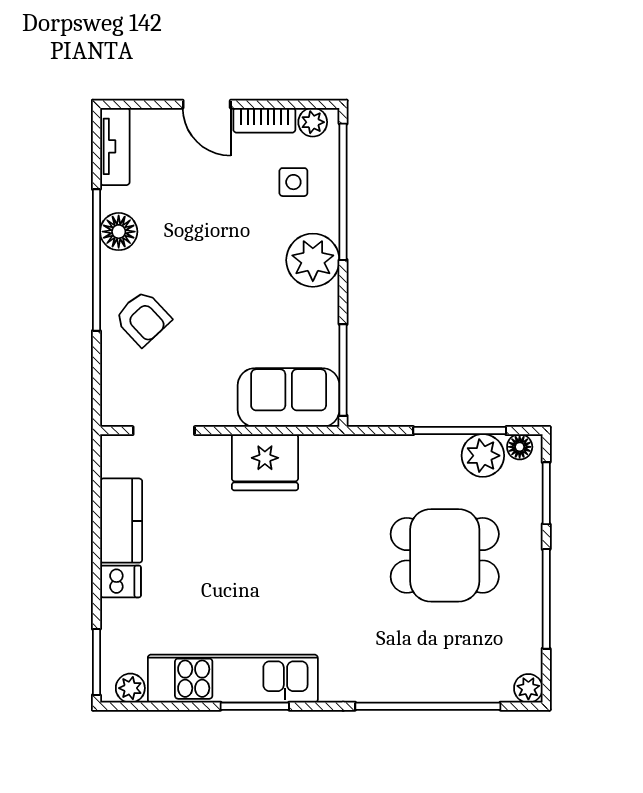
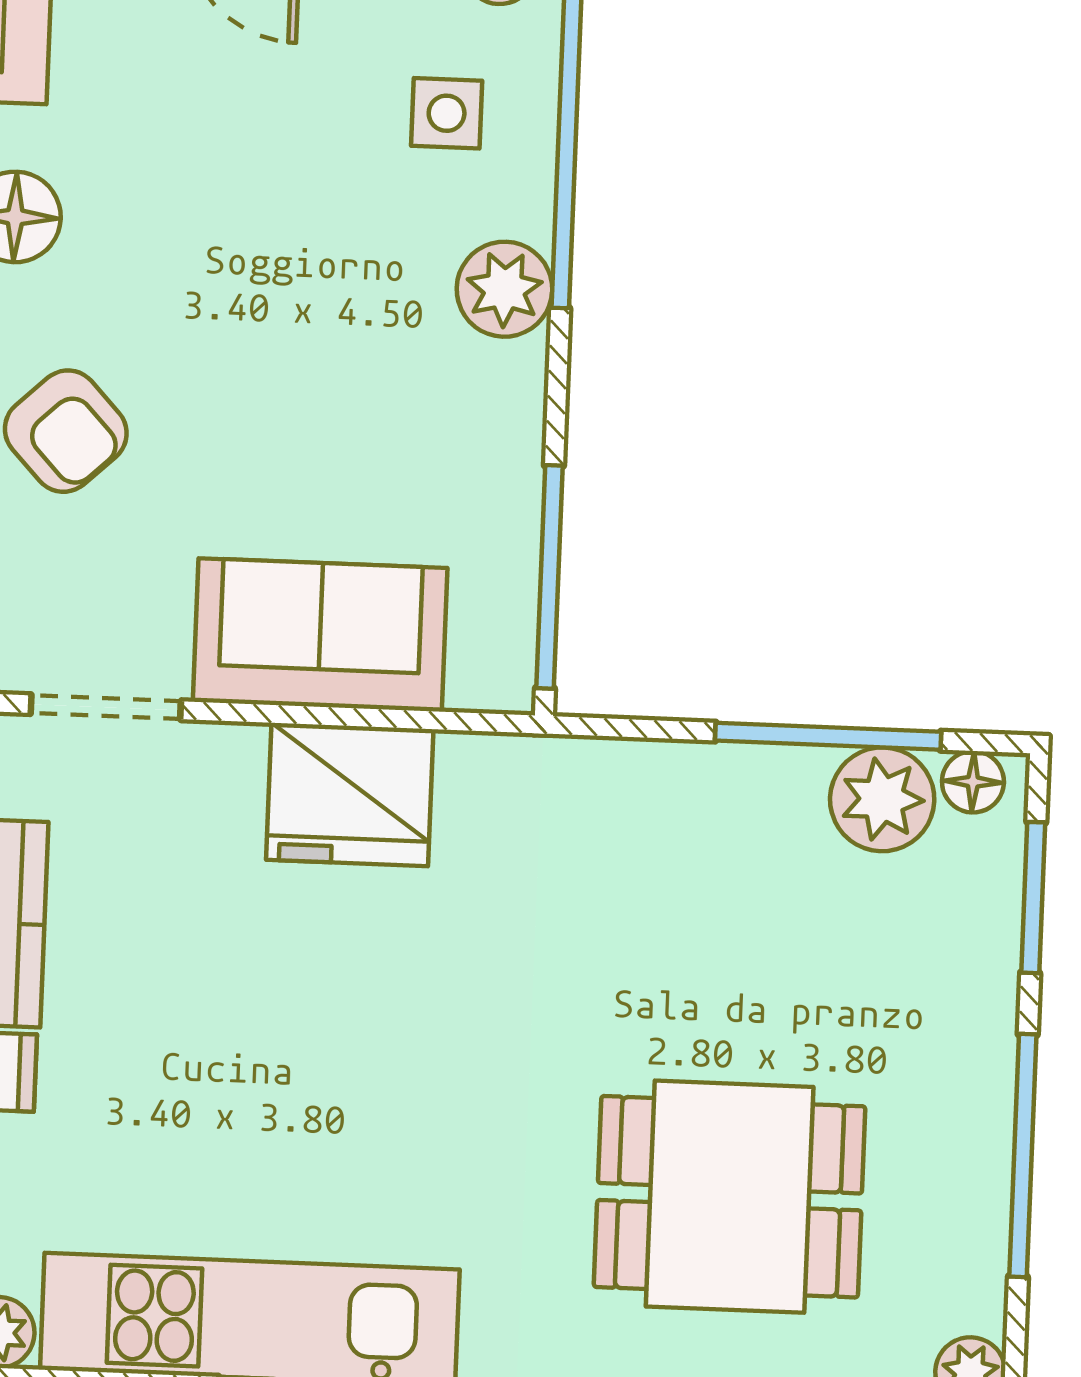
plant: (313, 260) -> (504, 289), width x0.73, depth x0.73
sofa: (289, 397) -> (320, 635), moved
dining table: (445, 555) -> (730, 1197), moved

